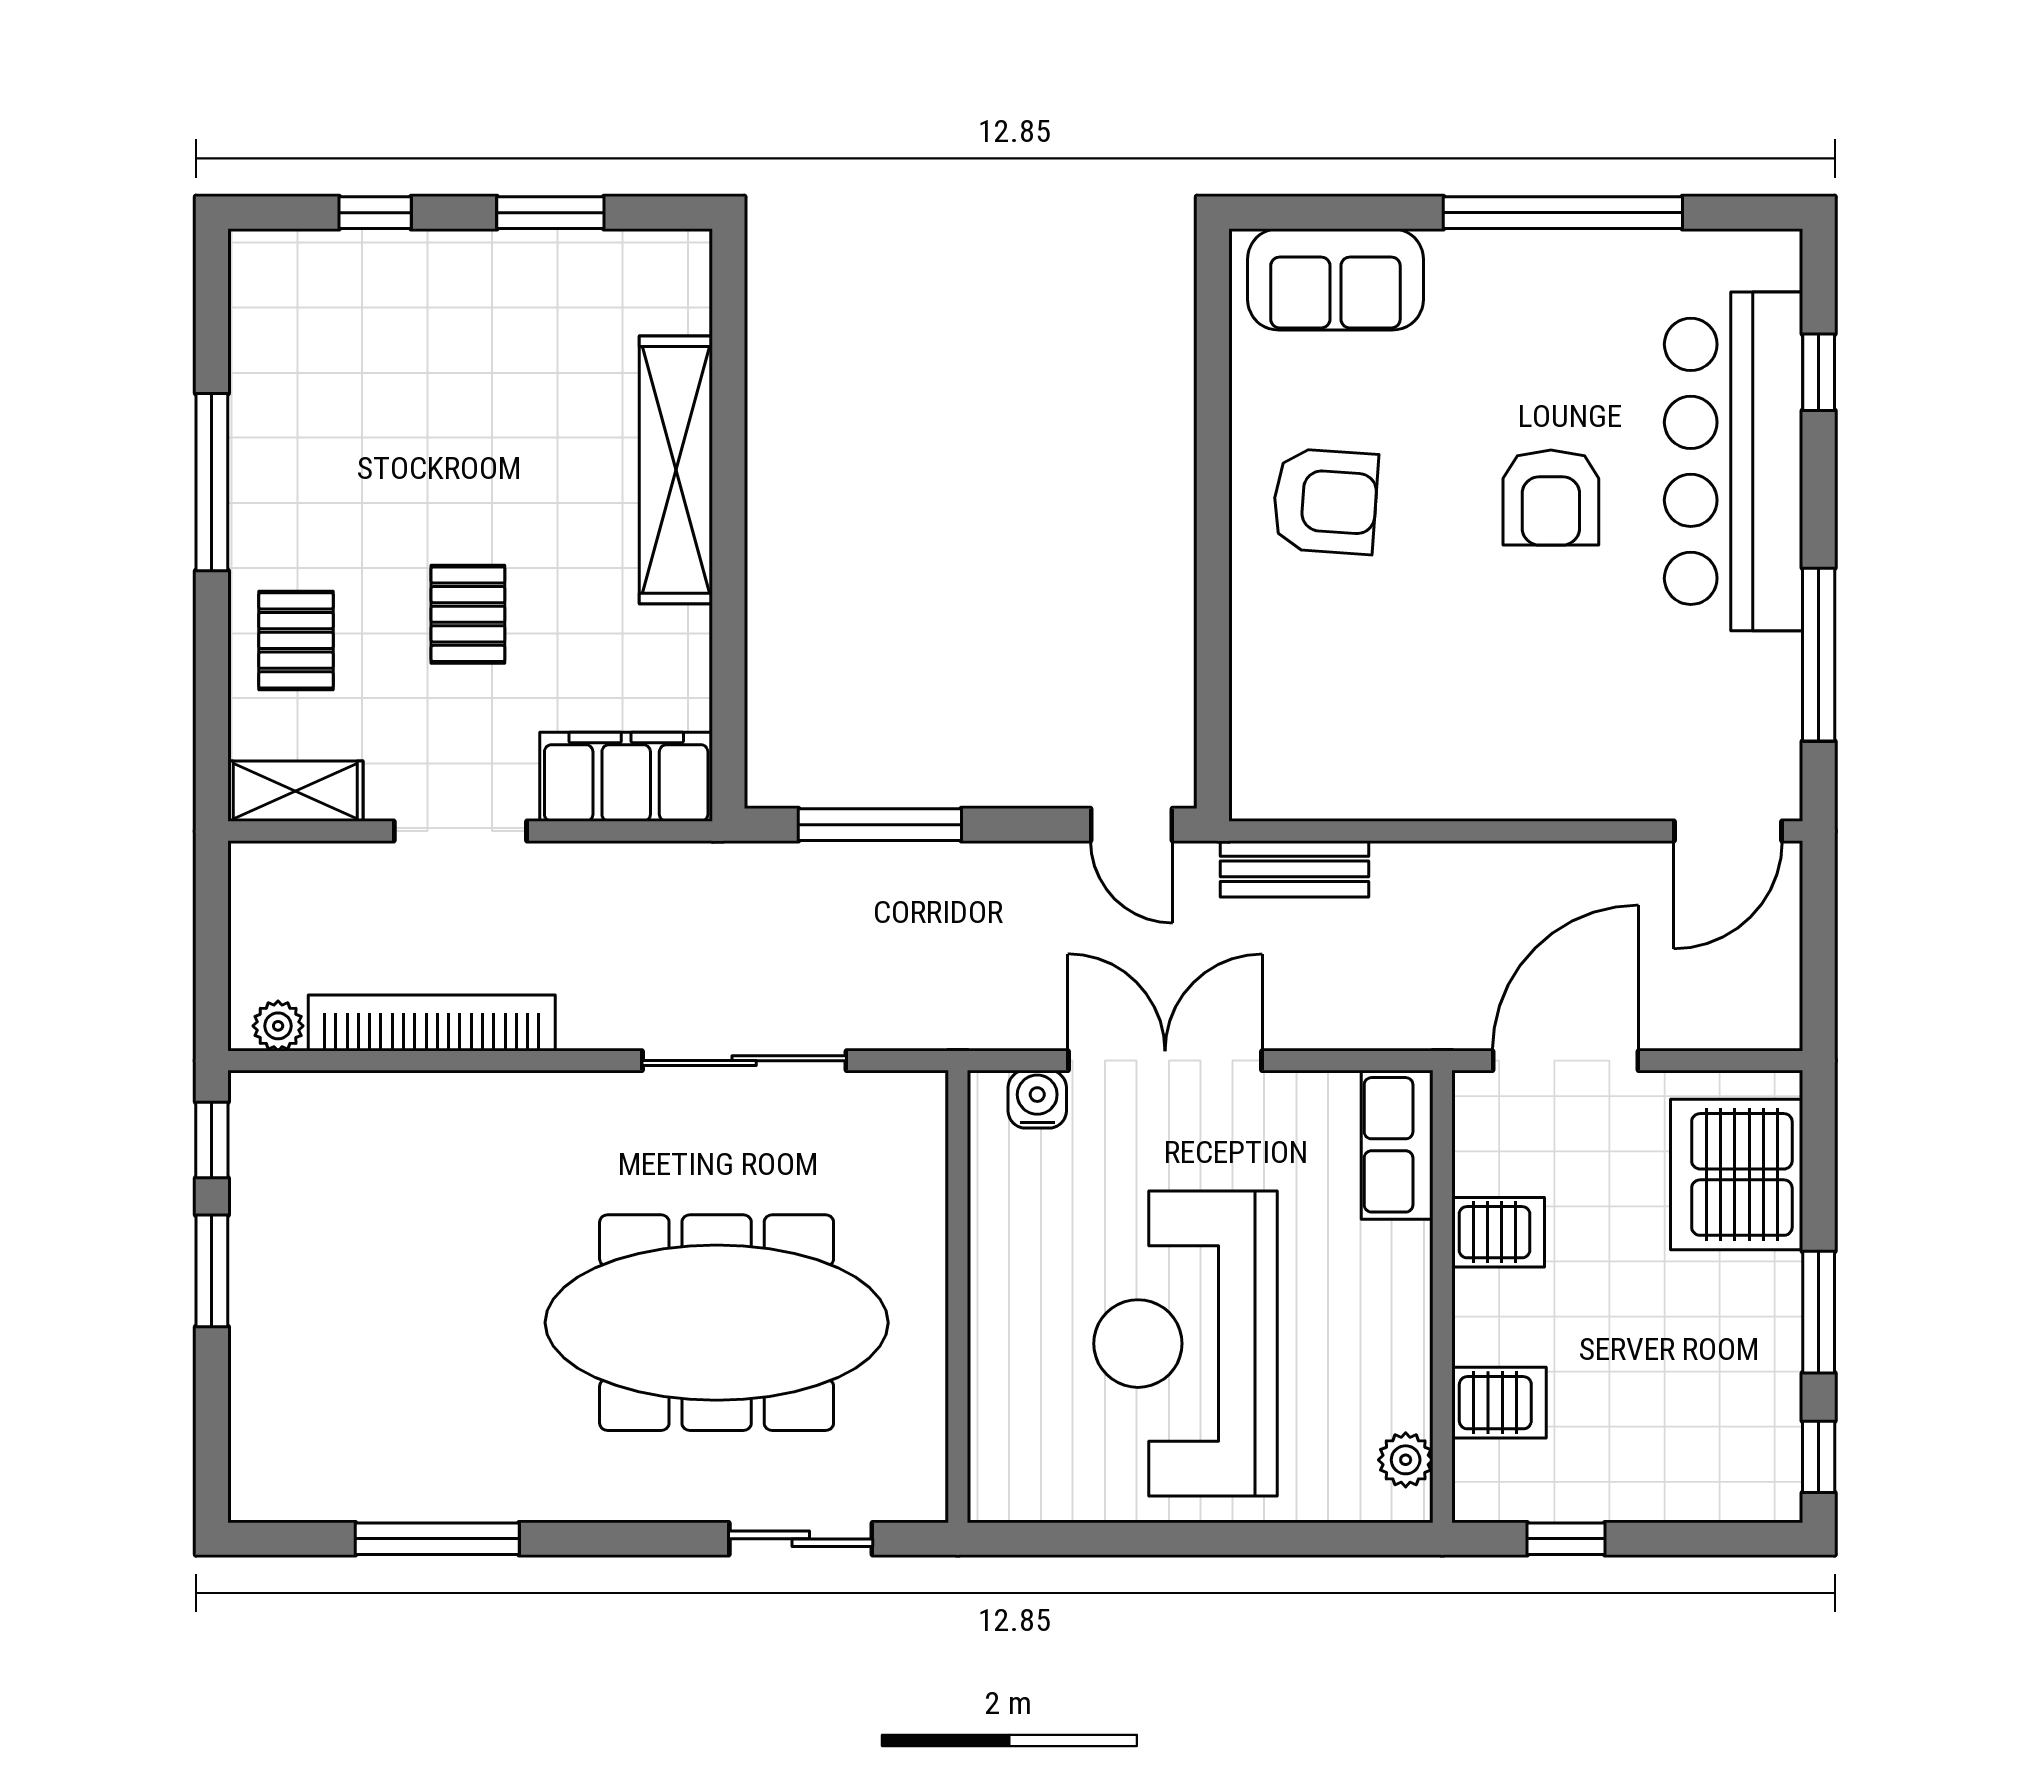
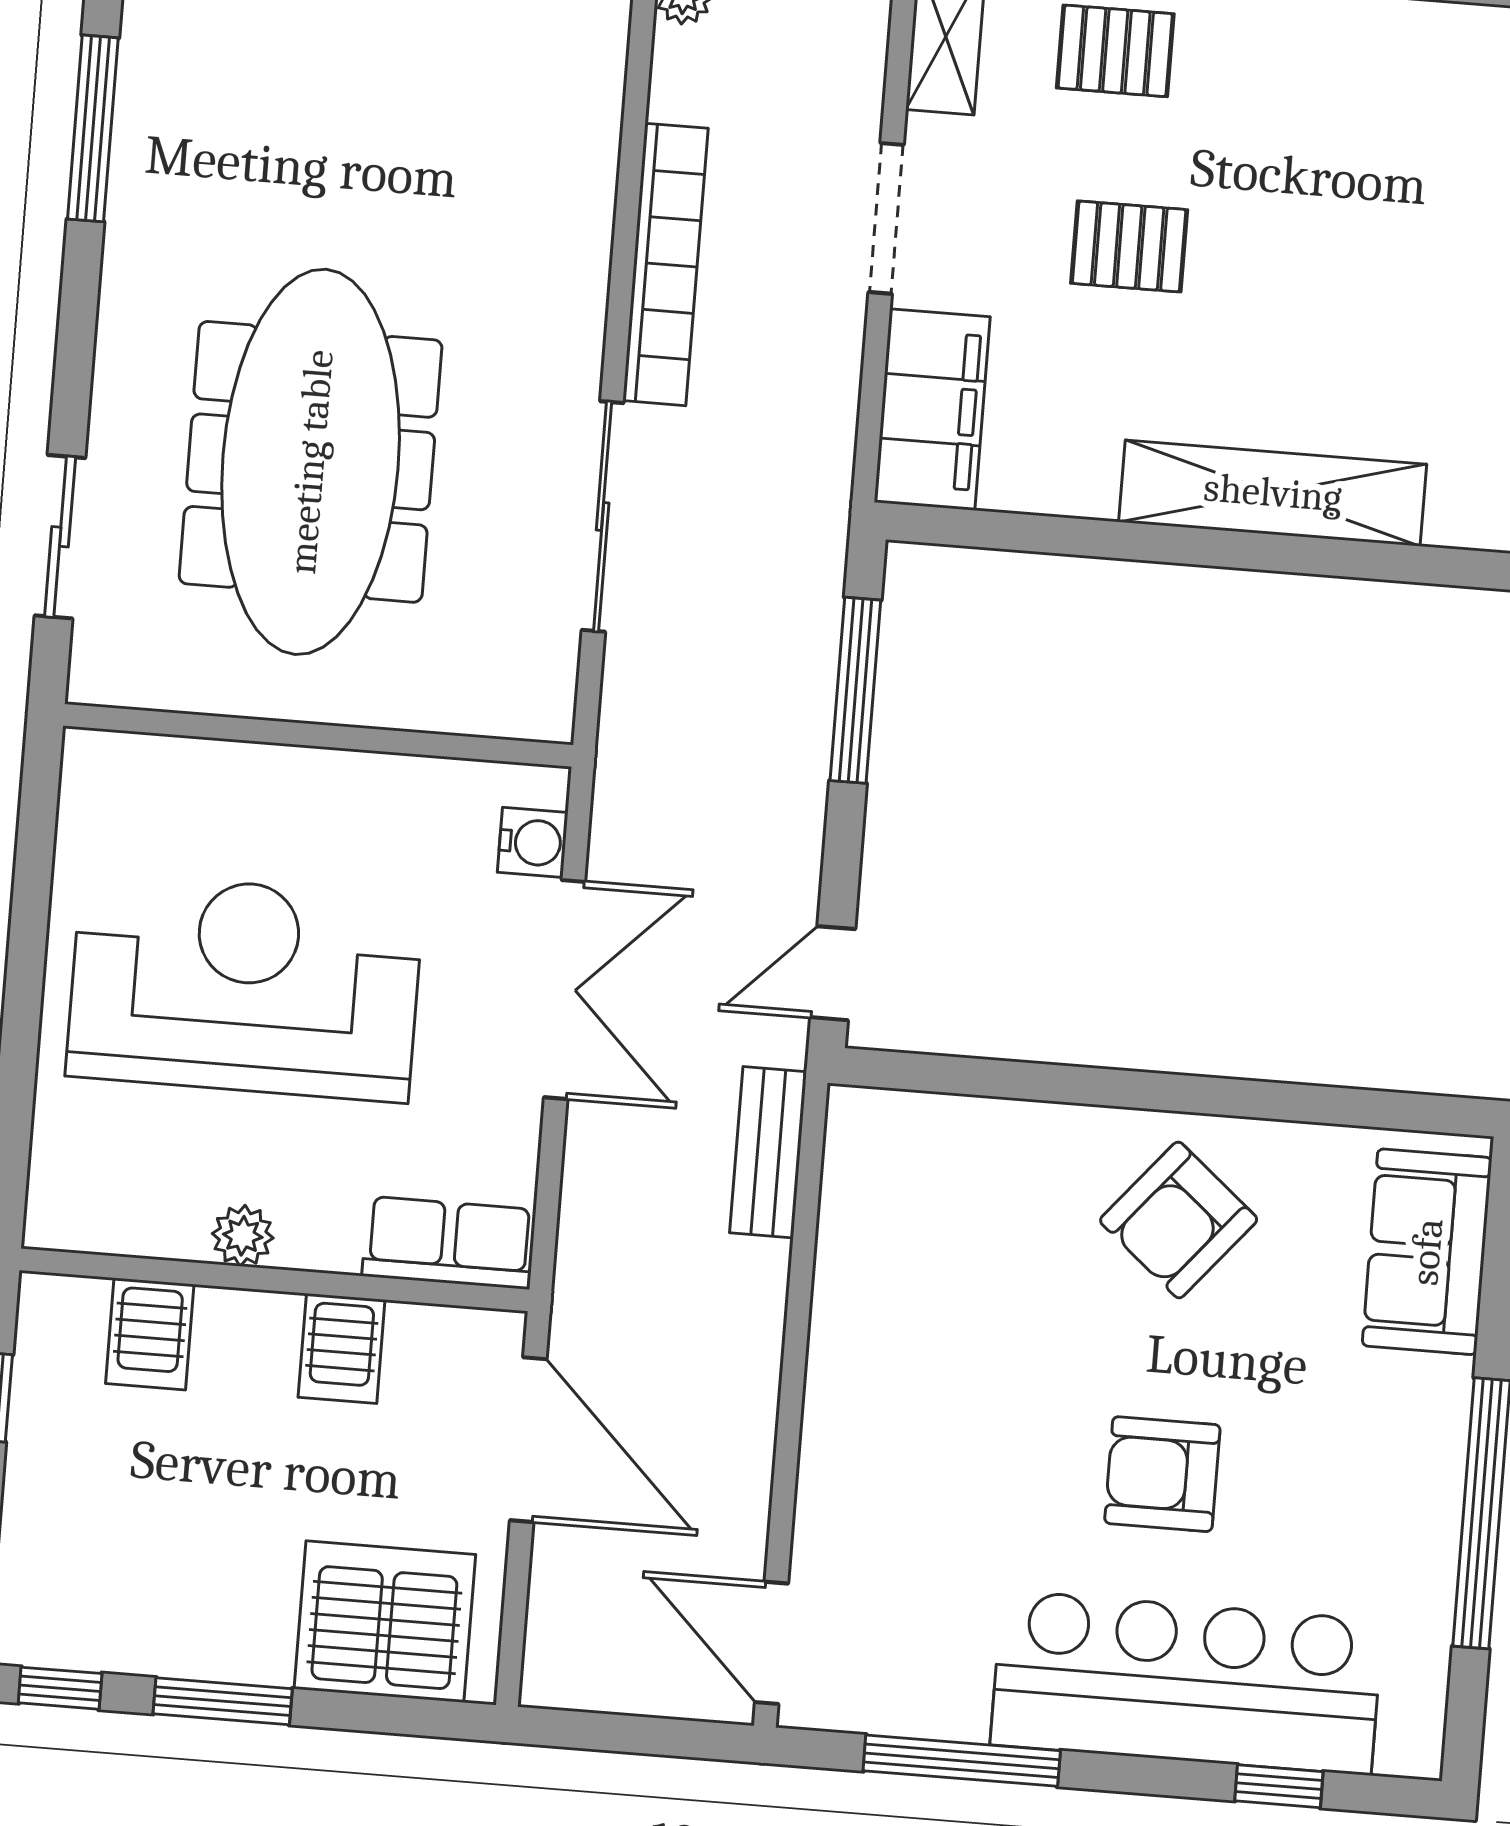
armchair: (1325, 501) -> (1179, 1220), turned 36
bookcase: (432, 1023) -> (665, 264), moved
plant: (1406, 1460) -> (243, 1236), moved

